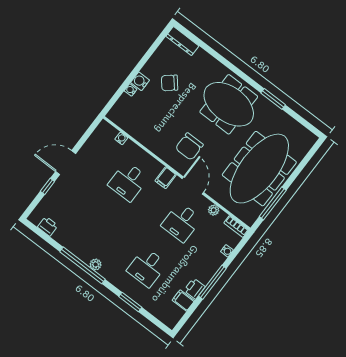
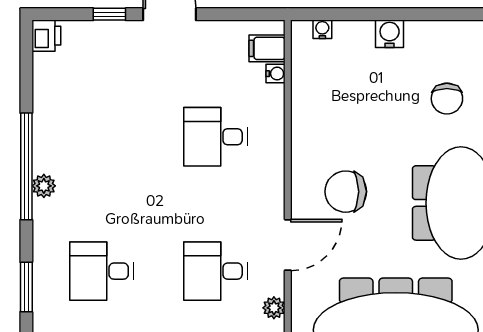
chair: (170, 83) -> (447, 99), moved, turned -140
water cooler: (131, 90) -> (322, 29), moved
filing cabinet: (166, 178) -> (267, 48), moved
printer: (48, 226) -> (46, 36), moved

